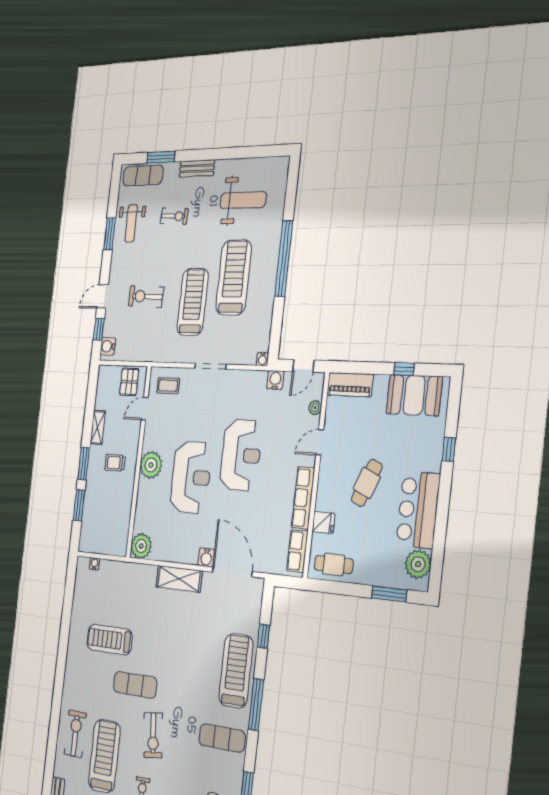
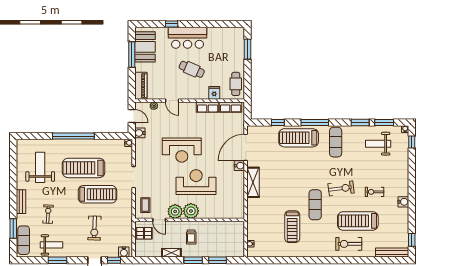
treadmill: (193, 302) -> (97, 194), turned 180
window: (404, 369) -> (132, 54), width x2.17
reception desk: (241, 455) -> (182, 150), turned 180
row of seats: (303, 498) -> (208, 107), width x0.68
bar counter: (418, 510) -> (188, 38), moved
plant: (141, 546) -> (175, 211), moved
plant: (418, 564) -> (231, 34), removed

